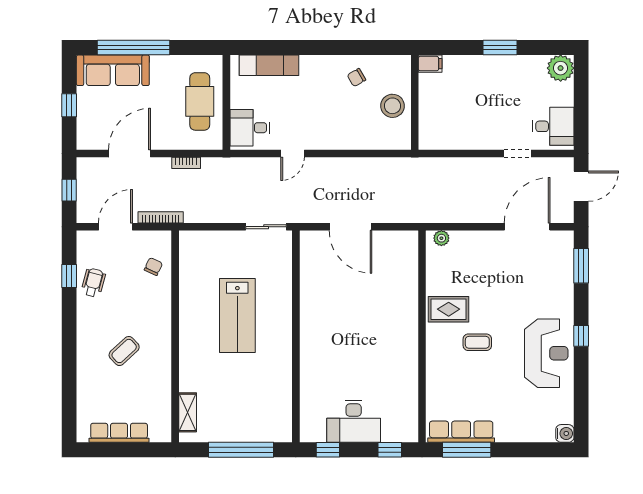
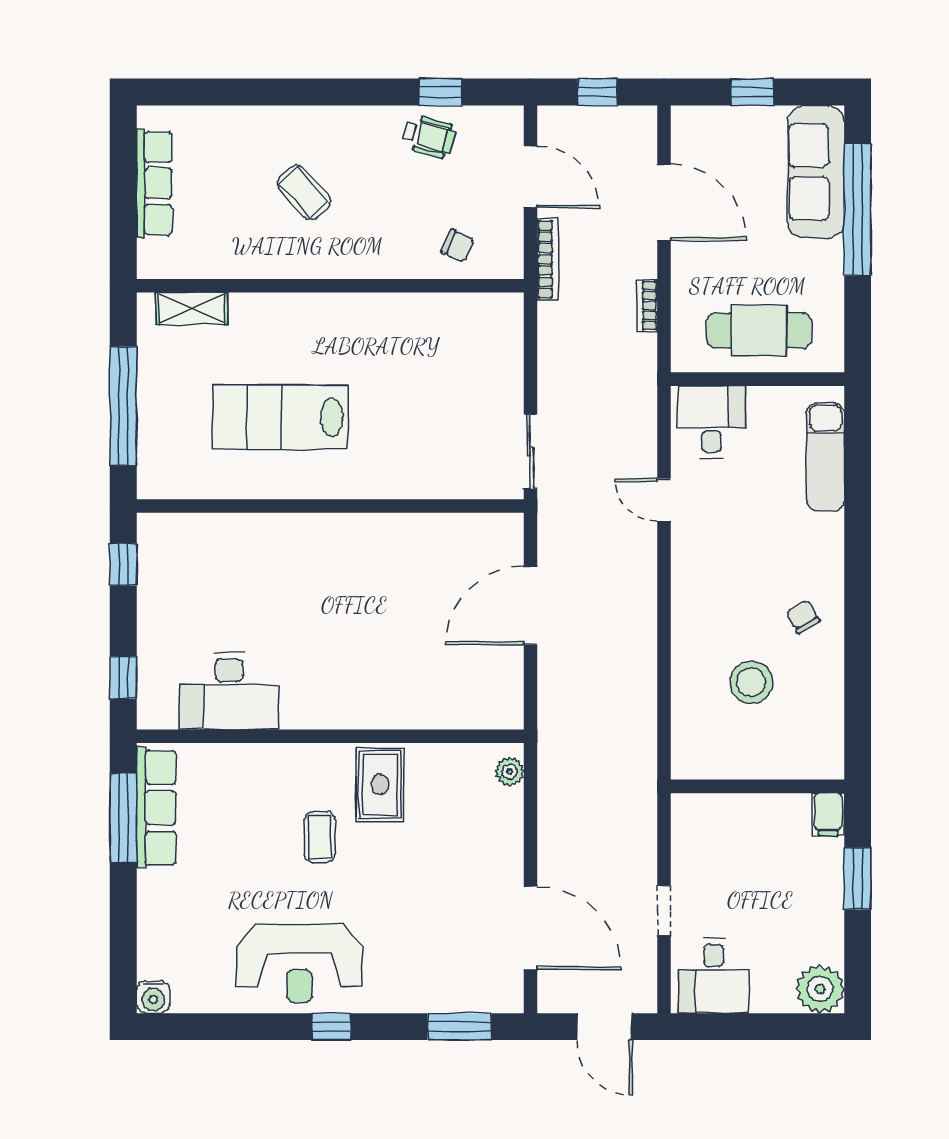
filing cabinet: (430, 64) -> (828, 814), moved
wall: (415, 102) -> (757, 786), moved
lab bench: (237, 316) -> (280, 417), moved
desk: (354, 421) -> (229, 691), moved, turned -90

